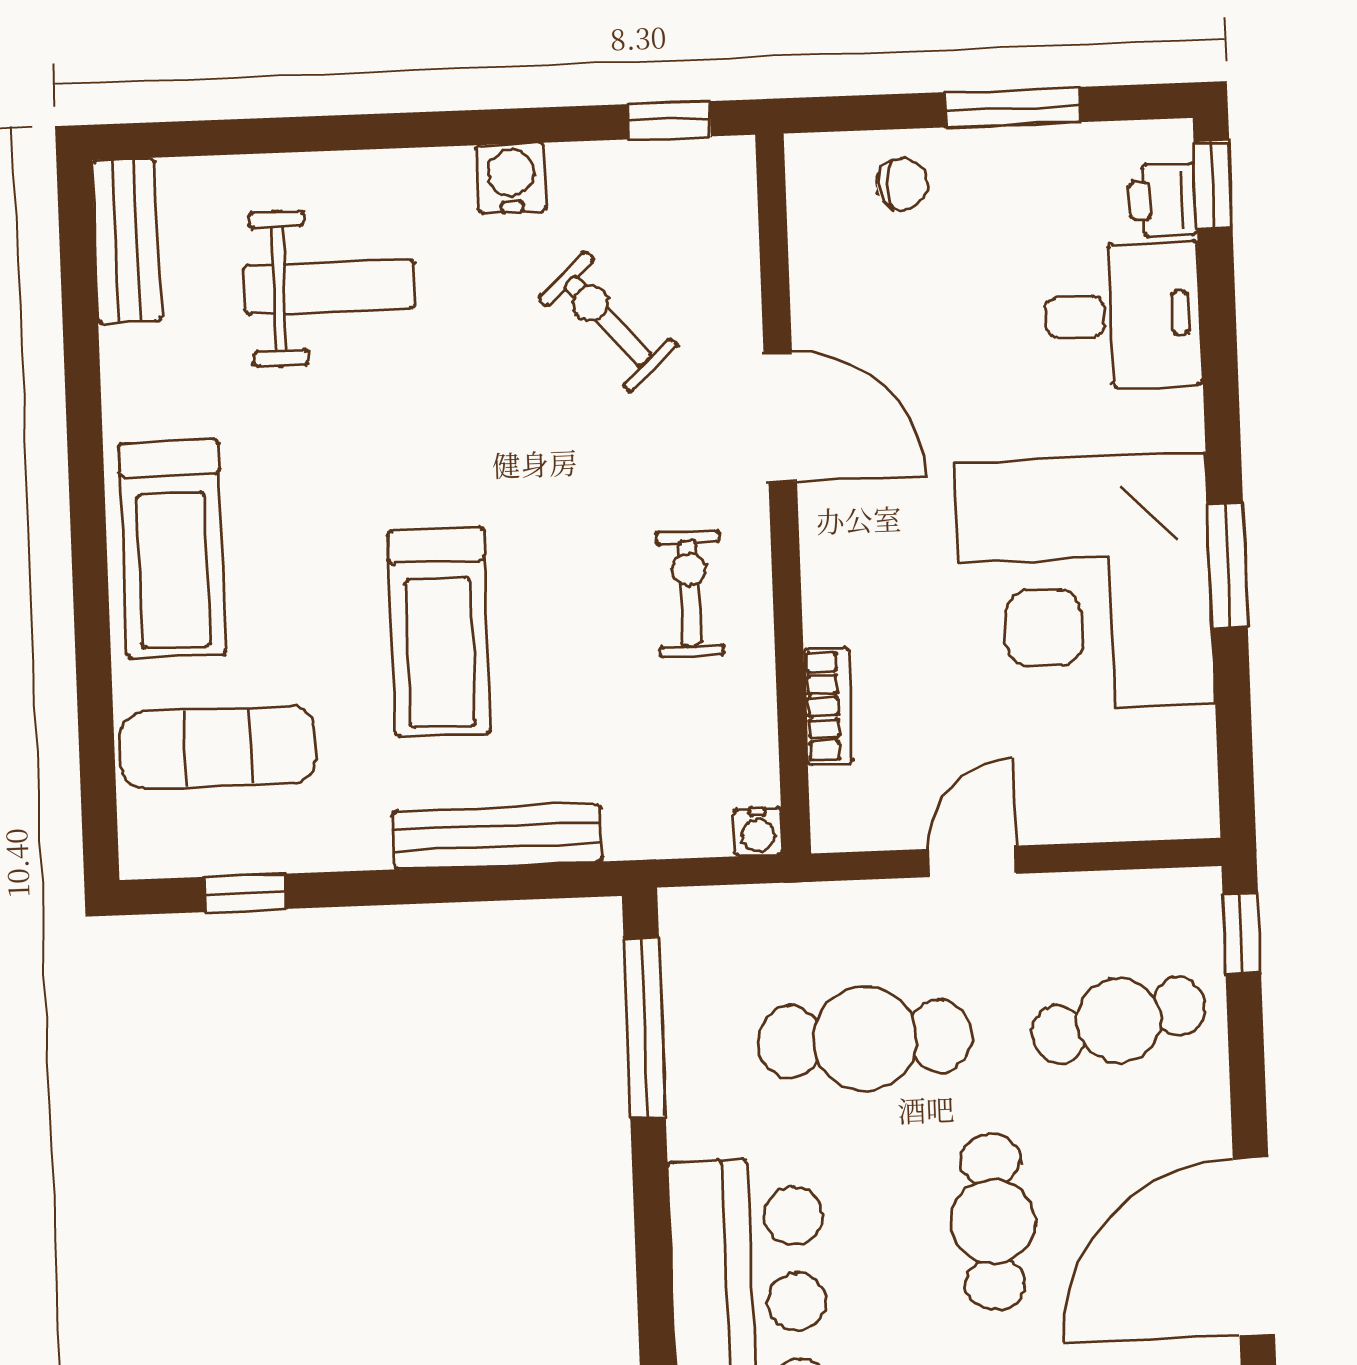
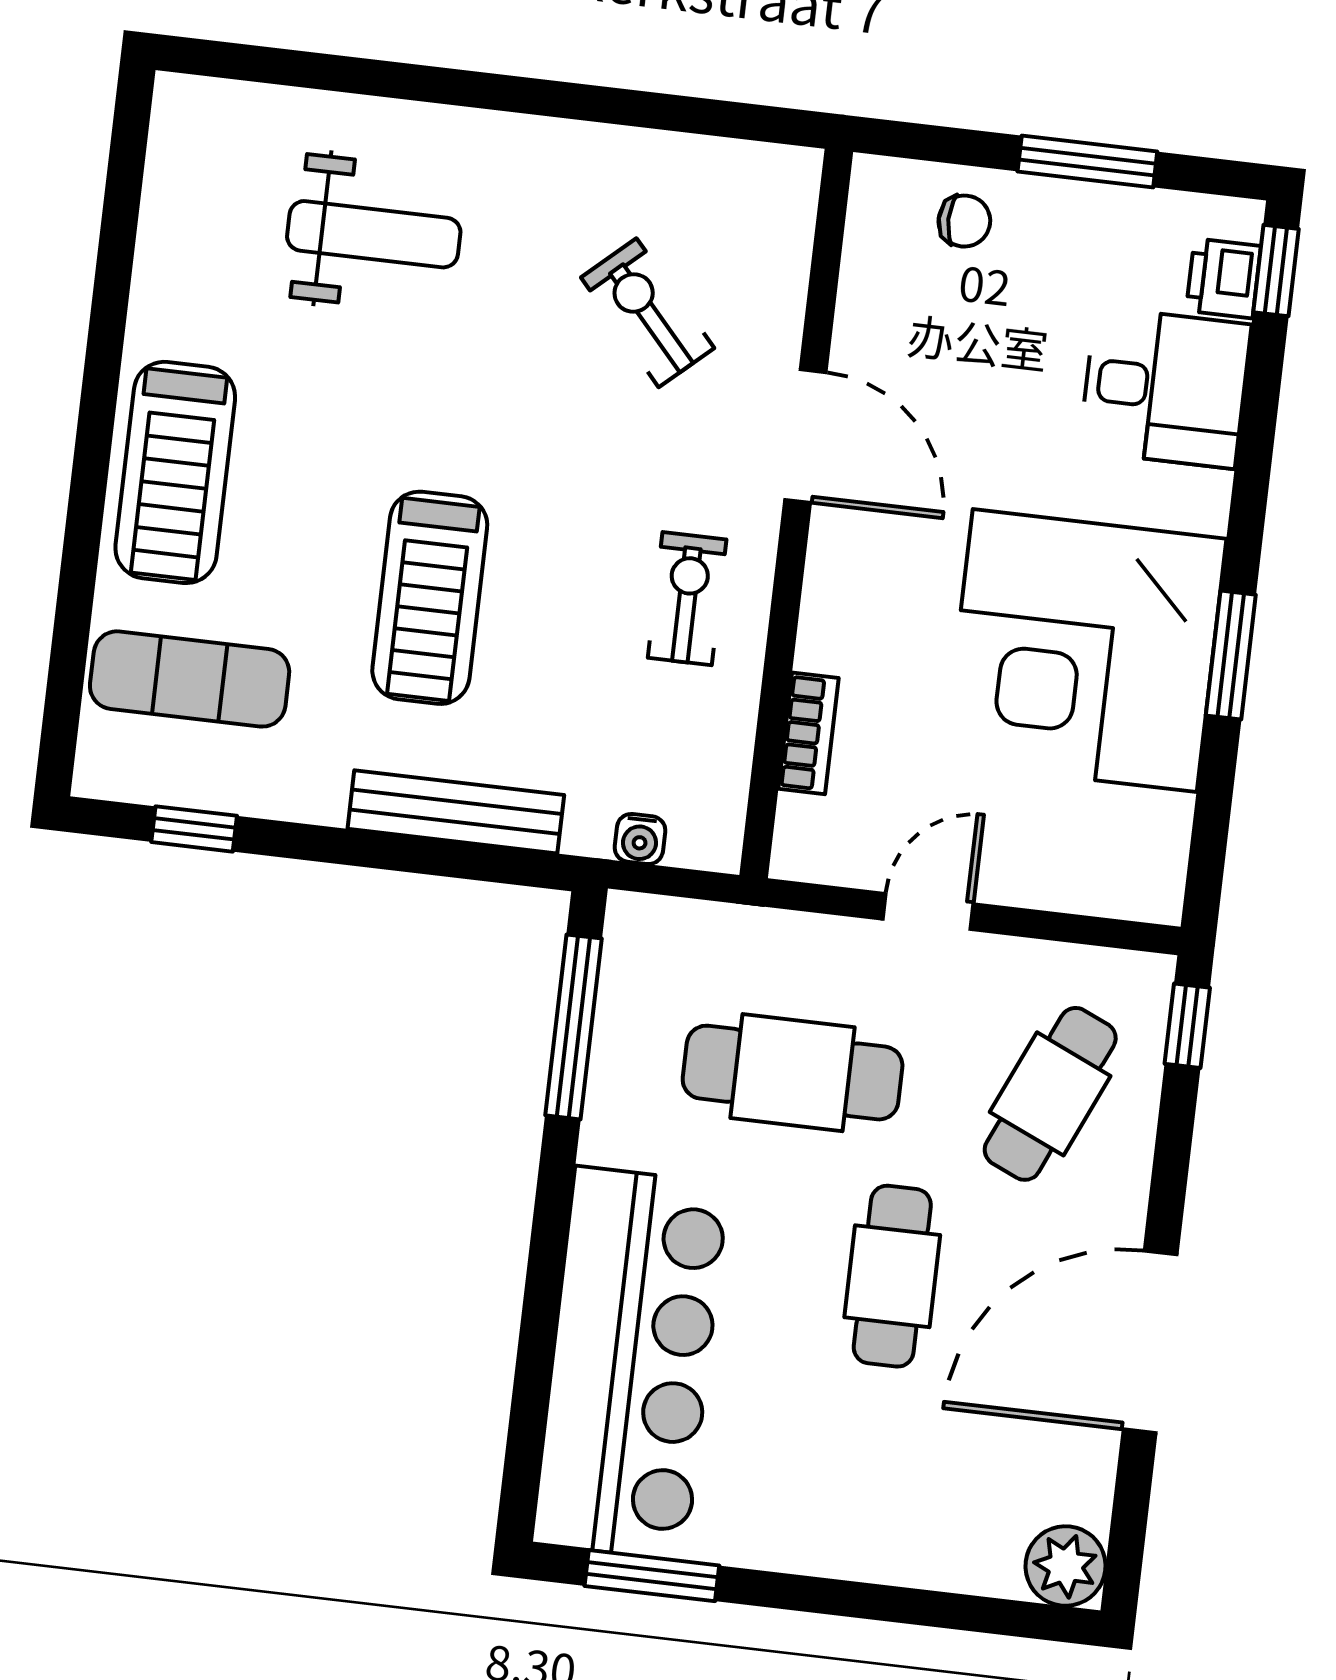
window: (669, 120) -> (741, 121), removed
water cooler: (511, 178) -> (573, 154), removed
bench: (126, 241) -> (177, 156), removed
water cooler: (758, 832) -> (640, 839), moved
cafe table: (1119, 1020) -> (1050, 1094), turned -55

